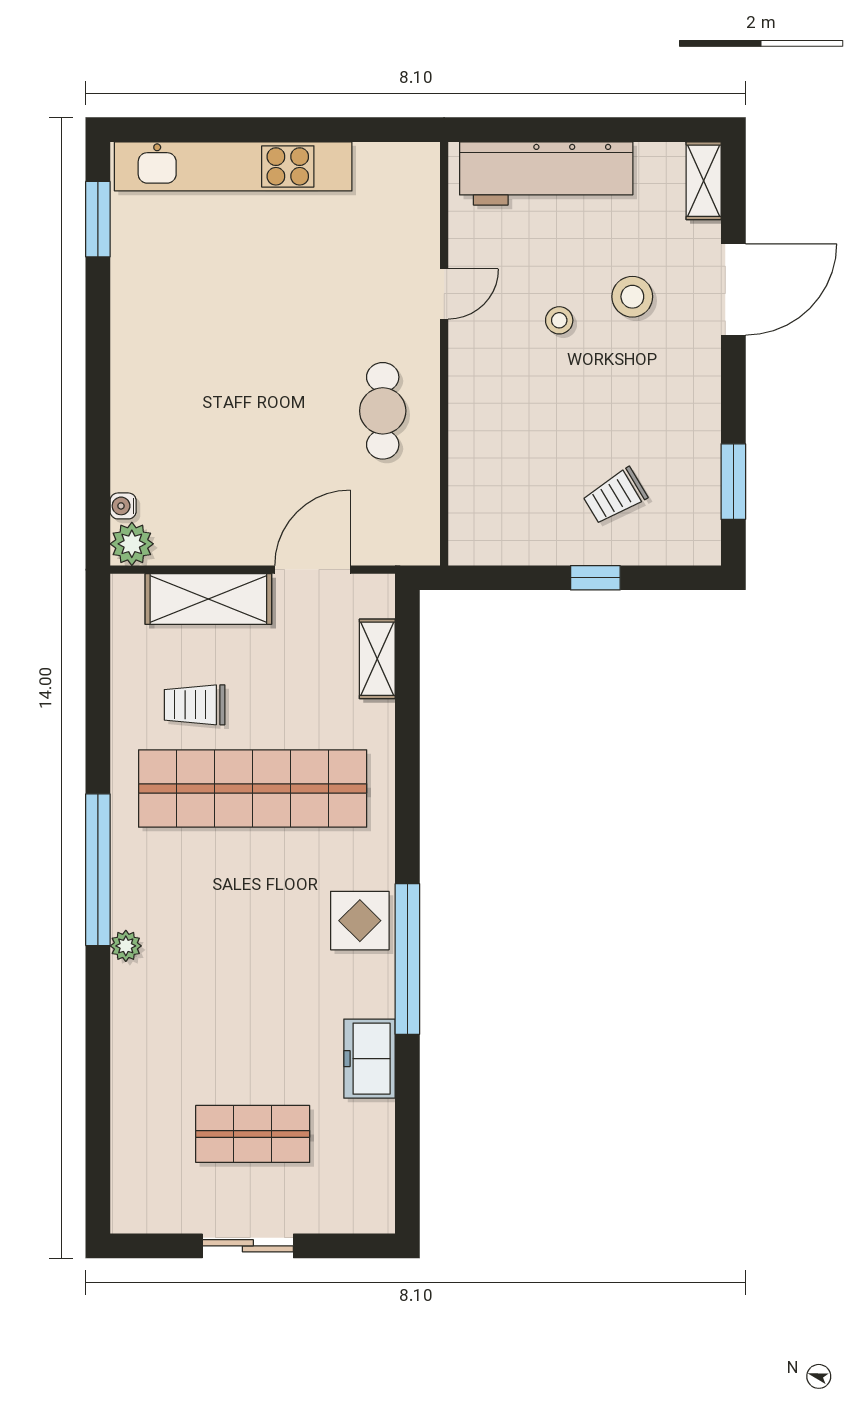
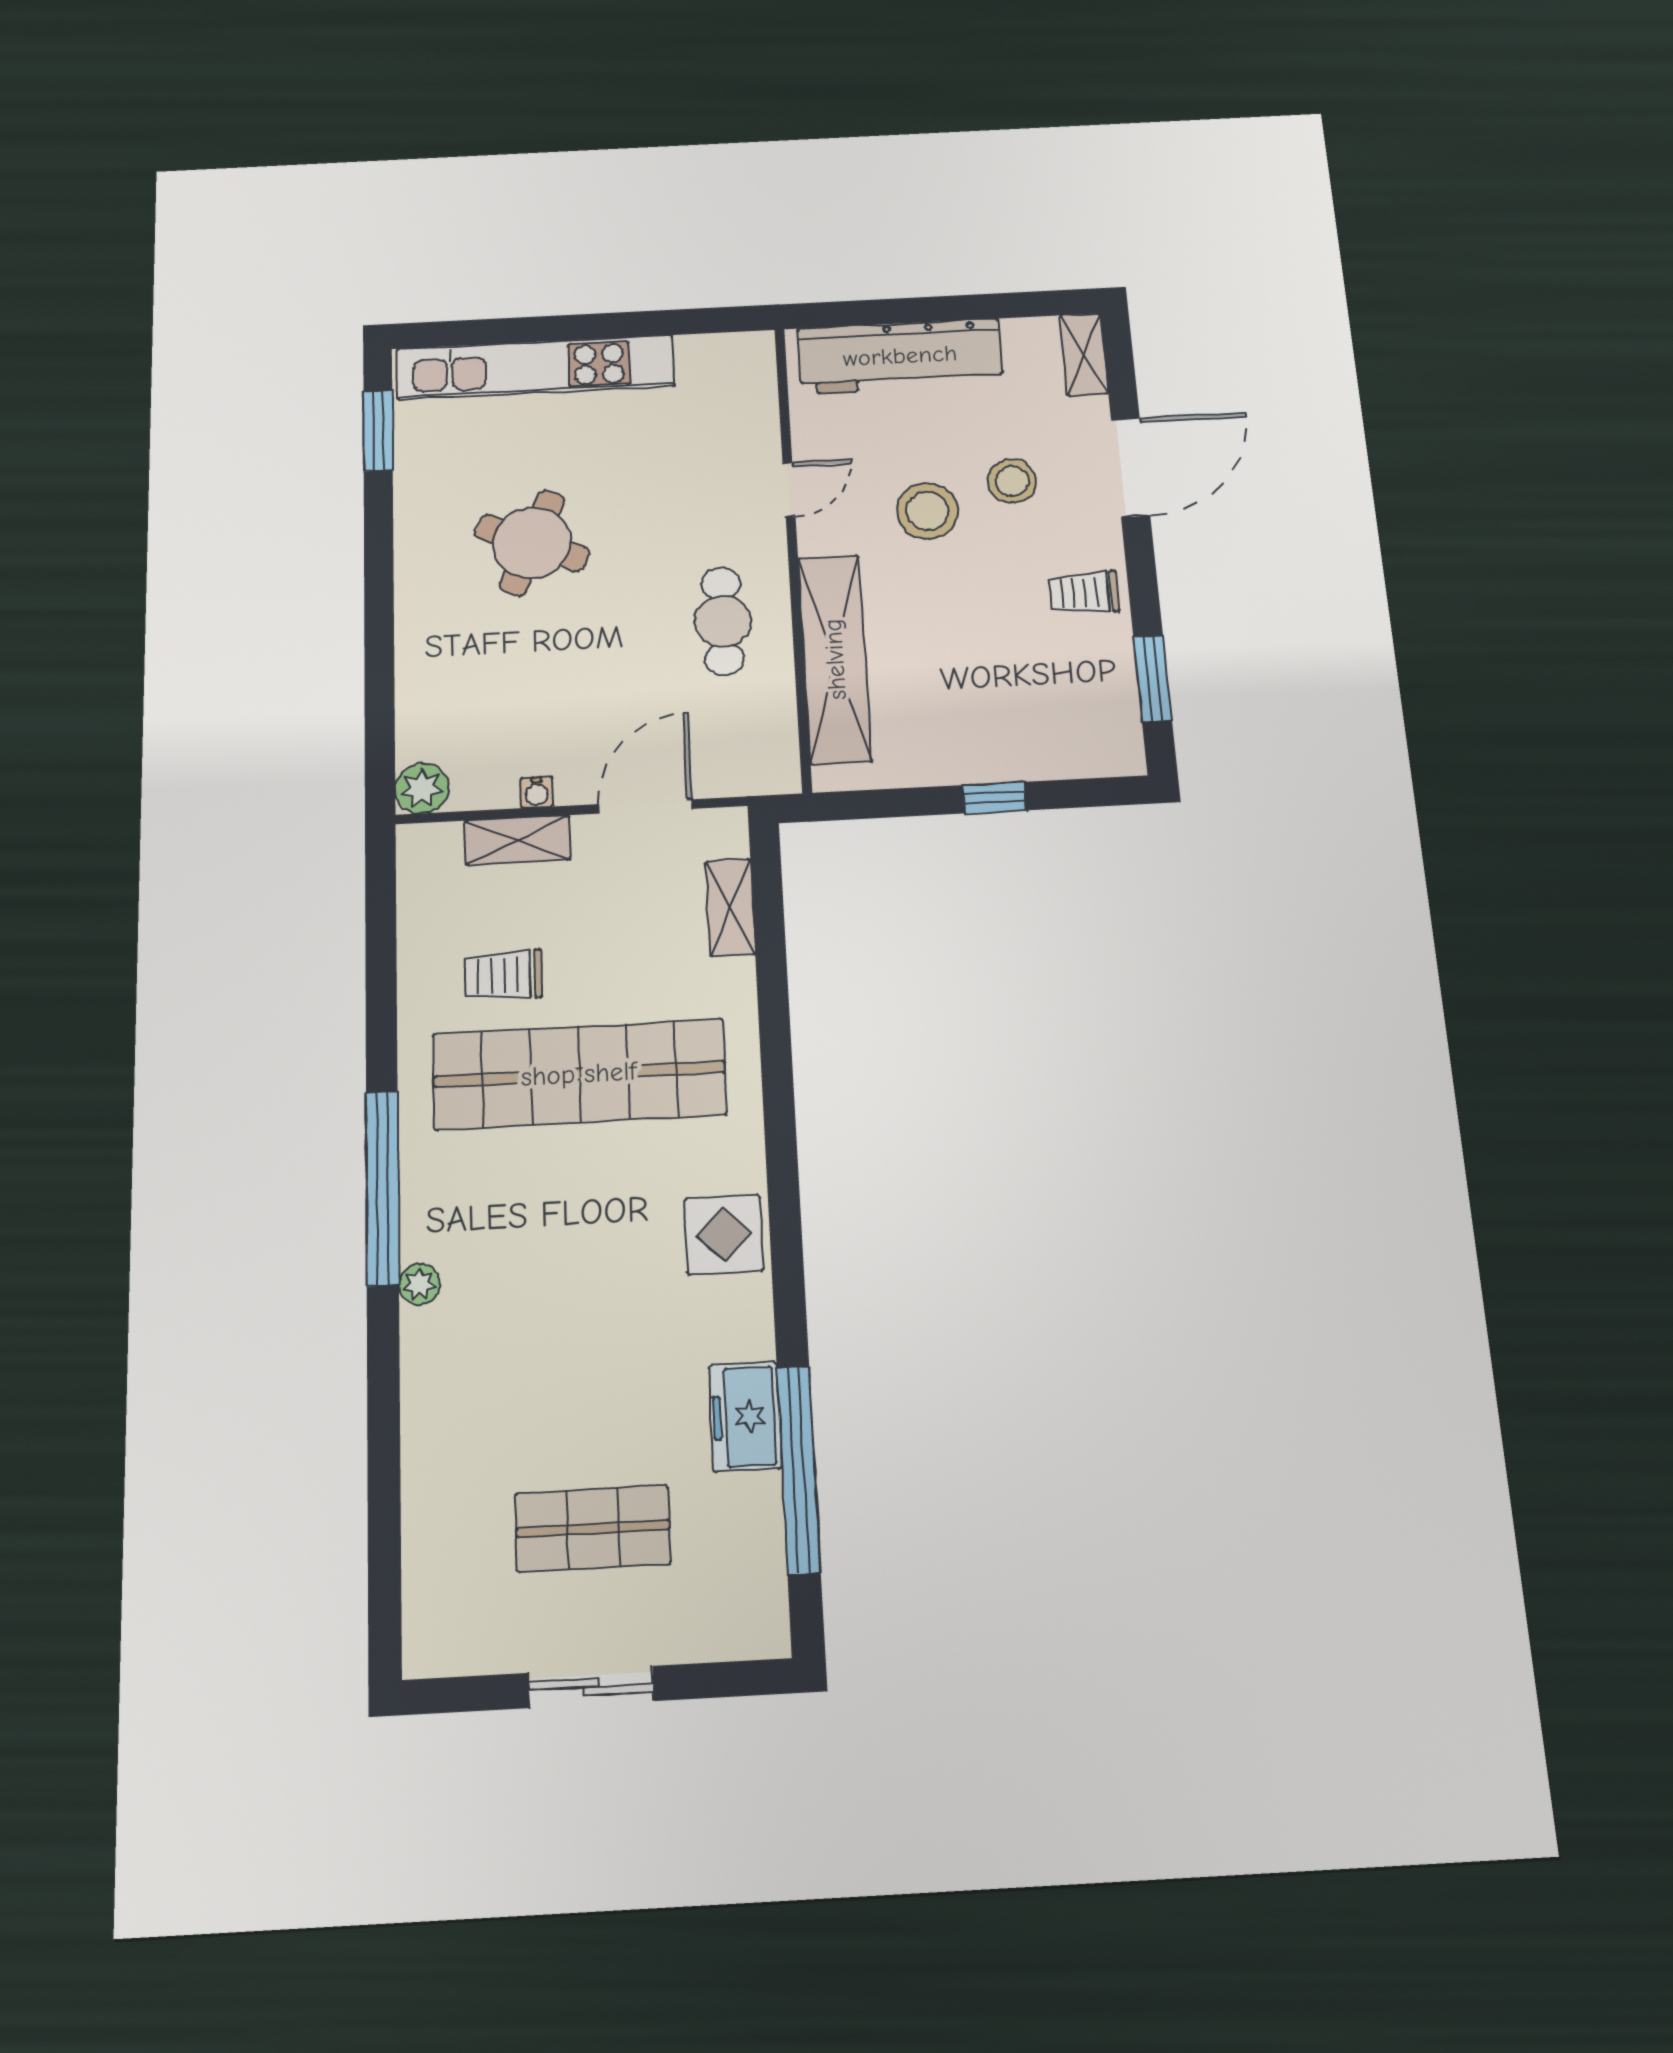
stool: (559, 320) -> (927, 511), width x1.89, depth x1.89
round table: (226, 331) -> (532, 543), added
shelving: (473, 450) -> (835, 659), added
trolley: (615, 496) -> (1084, 592), moved, turned 31
water cooler: (123, 506) -> (537, 792), moved, turned -90
shelving: (208, 599) -> (517, 840), width x0.67, depth x0.75
window: (407, 959) -> (798, 1469), moved

